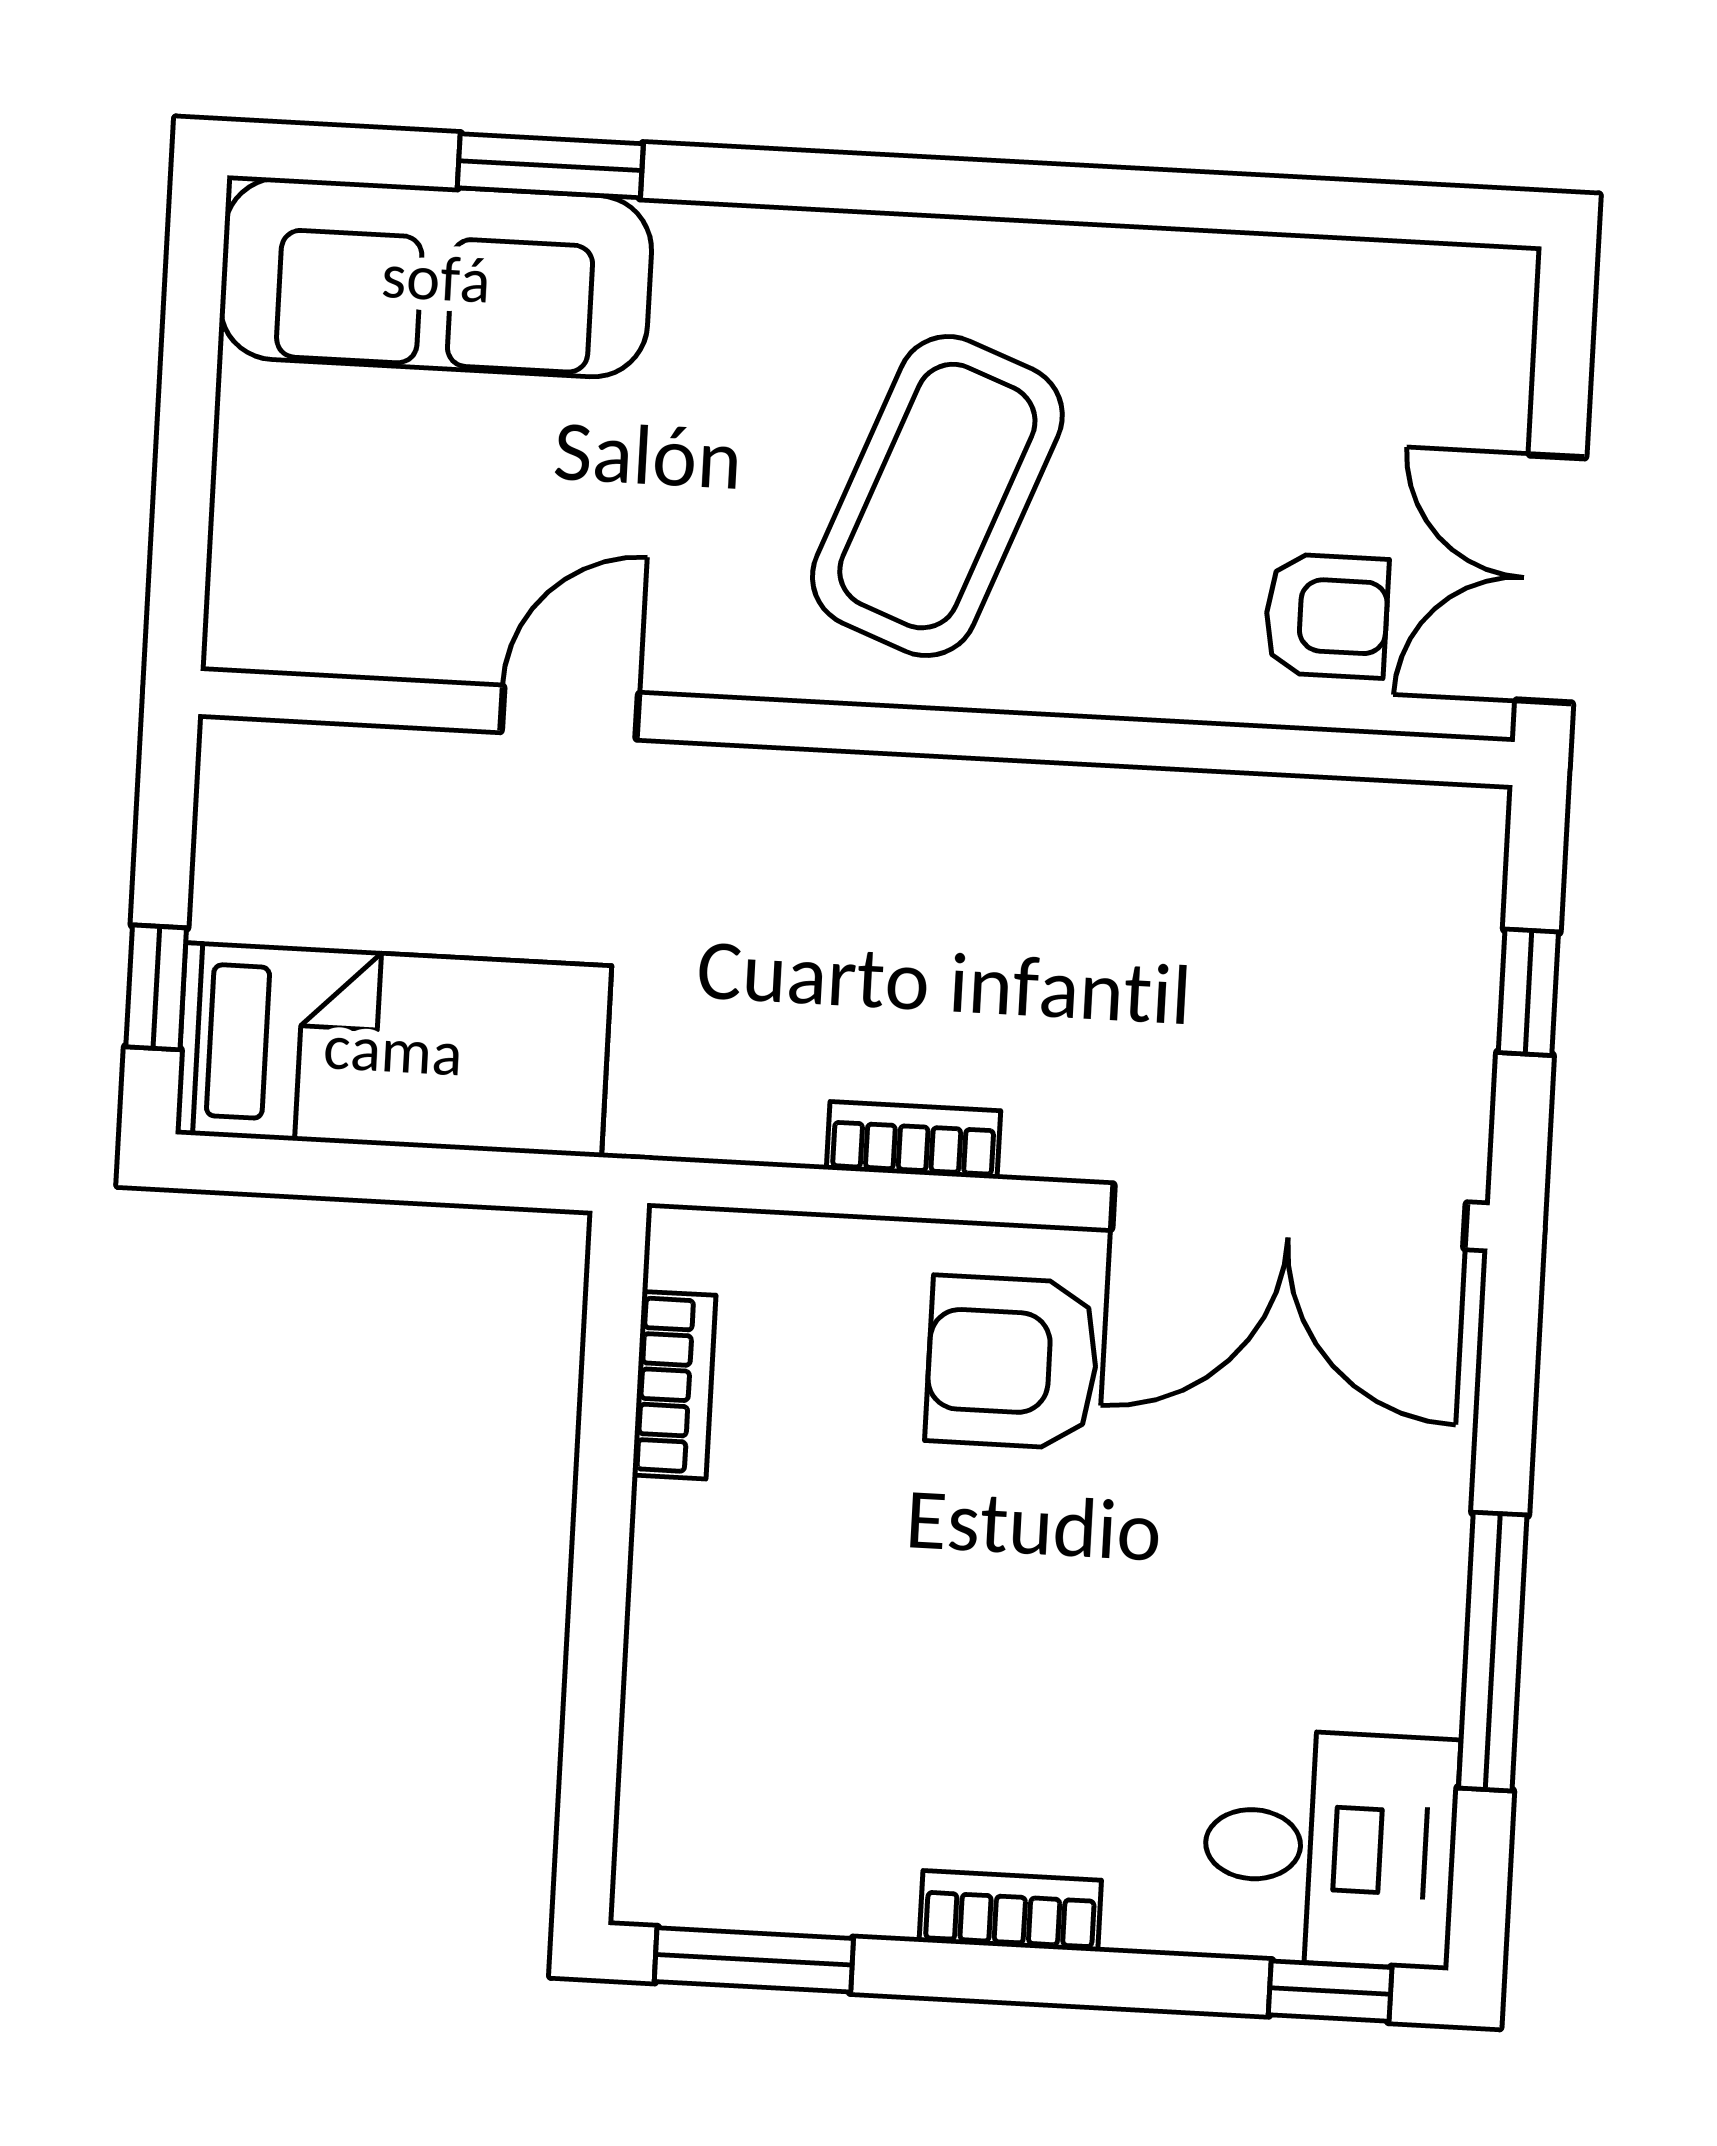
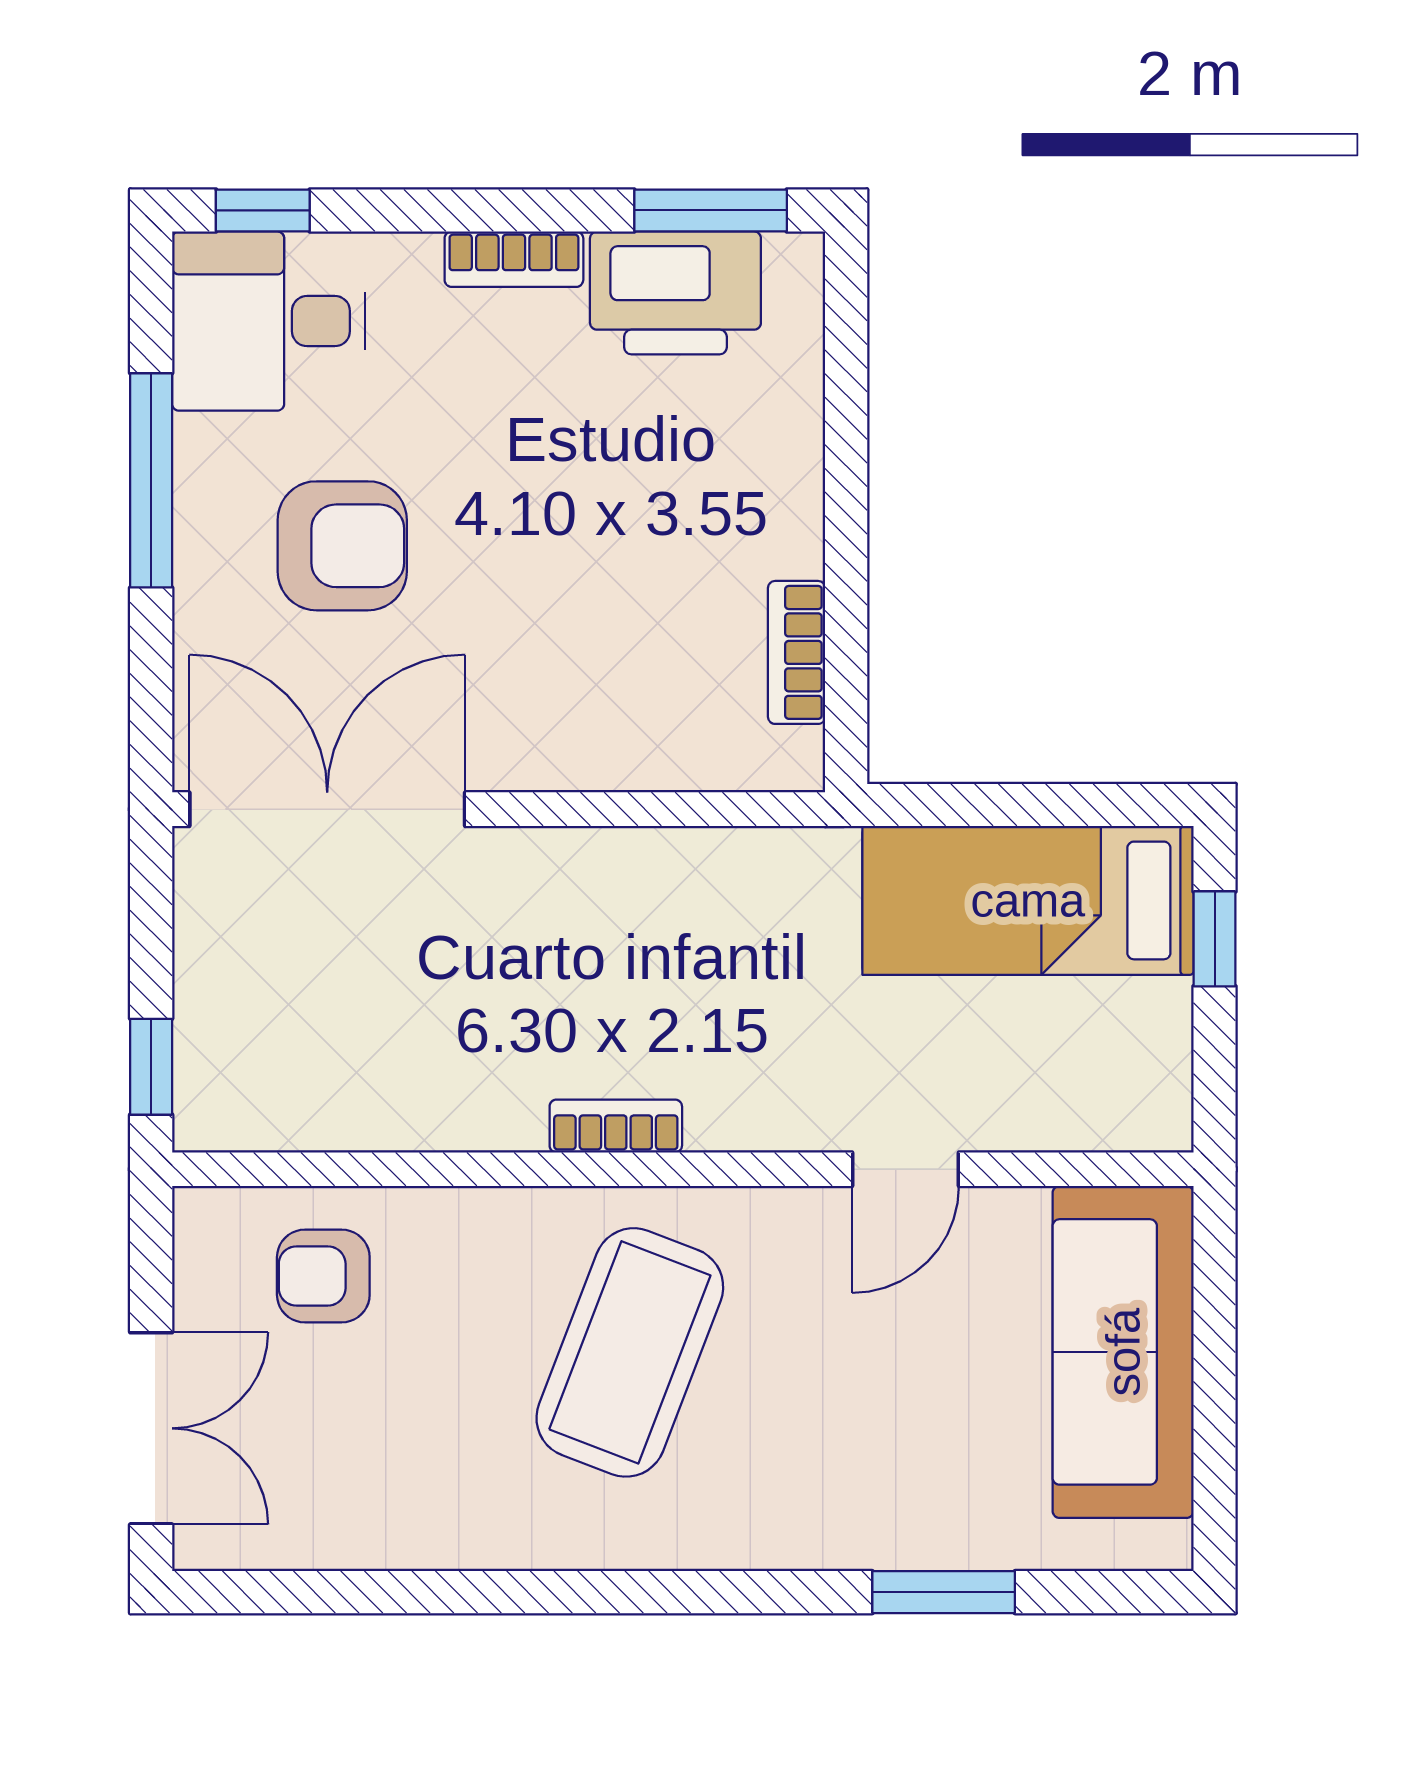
sofa: (436, 278) -> (1123, 1352), moved, turned -90
double door: (1551, 579) -> (151, 1428), moved
window: (1528, 992) -> (151, 1067), moved
bookcase: (914, 1140) -> (616, 1126), moved, turned 180
armchair: (1012, 1362) -> (342, 546), moved
printer: (805, 1856) -> (675, 293), added

